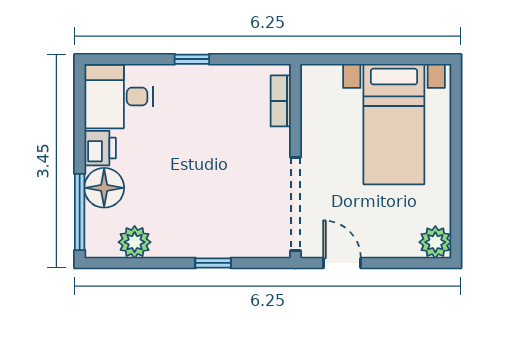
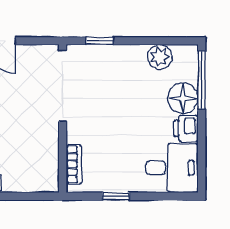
bookcase: (281, 101) -> (74, 164), moved
wall: (296, 161) -> (63, 119), moved
doorway: (296, 204) -> (63, 86), moved

